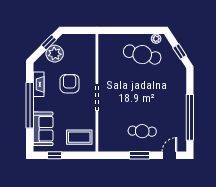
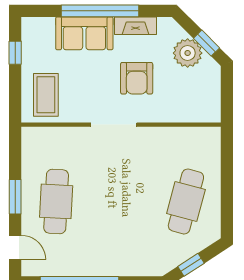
plant: (156, 39) -> (213, 225), removed
armchair: (70, 84) -> (137, 78), turned 90
sofa: (43, 129) -> (84, 33), moved
cafe table: (142, 131) -> (56, 201), width x1.37, depth x1.35

